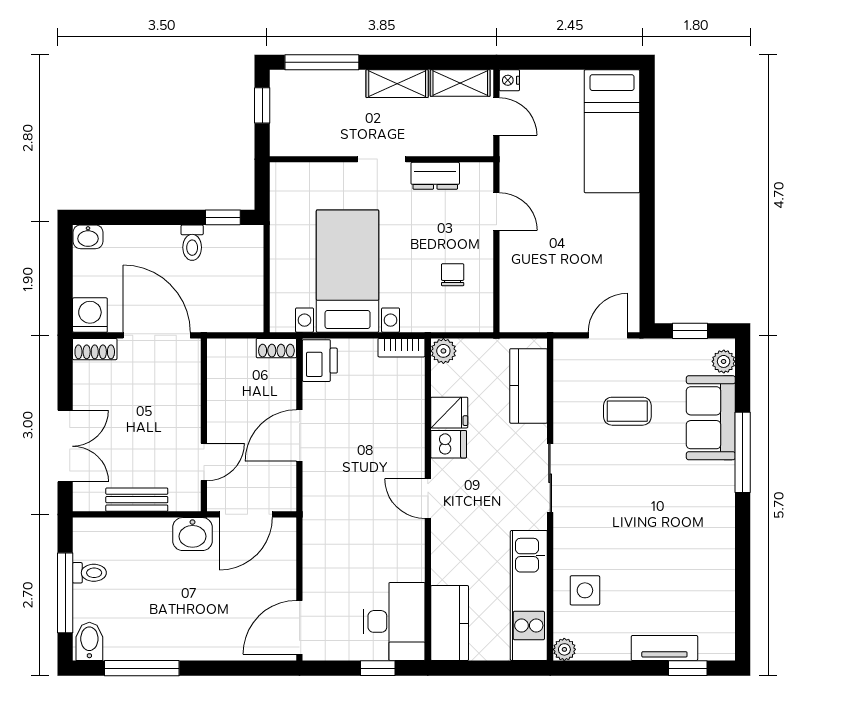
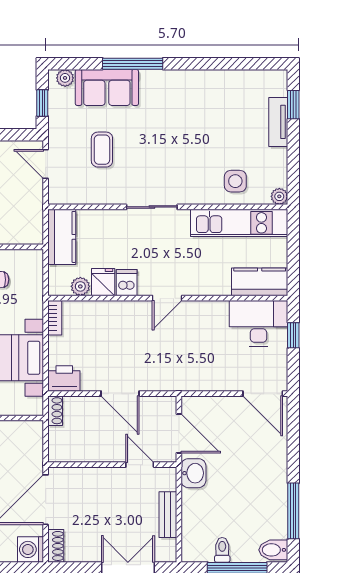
plant: (443, 351) -> (80, 286), moved
kitchen counter: (529, 386) -> (62, 237), moved, turned -90

